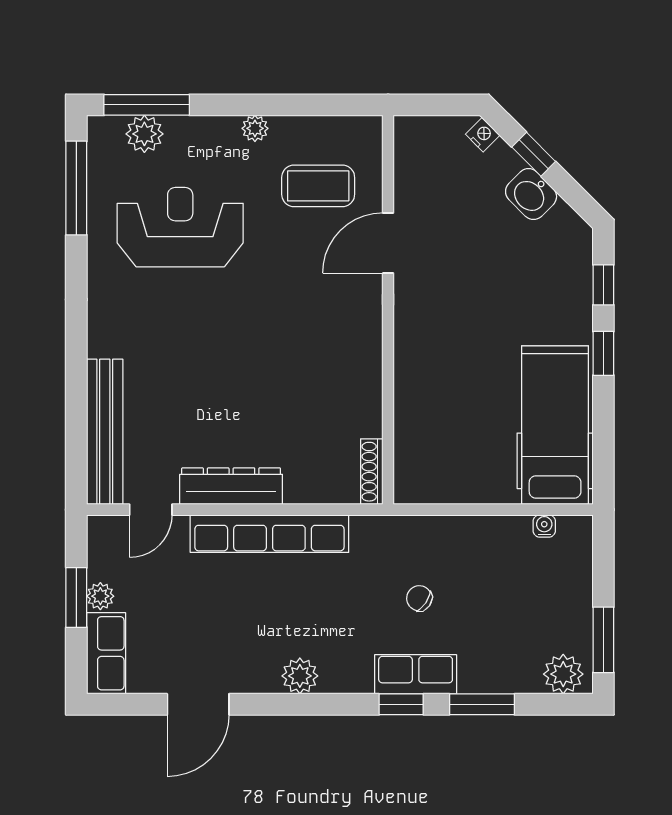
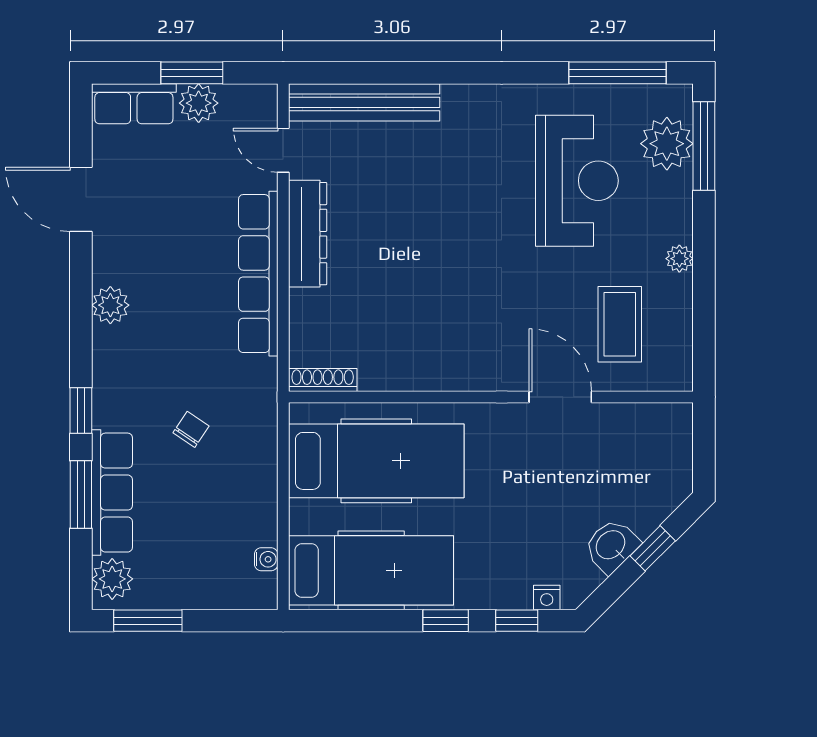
plant: (144, 134) -> (667, 144), width x1.36, depth x1.36
nightstand: (483, 135) -> (547, 598), moved, turned 45
hospital bed: (450, 420) -> (376, 461), added
plant: (100, 596) -> (199, 103), width x1.38, depth x1.38
row of seats: (416, 674) -> (112, 493), moved, width x1.48

